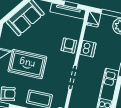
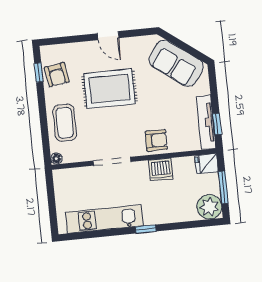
rug: (27, 64) -> (110, 89), turned 90

